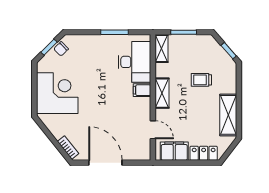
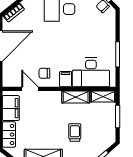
shelving: (162, 93) -> (76, 97), moved
chair: (136, 114) -> (44, 73), added
door: (153, 130) -> (30, 89), swing flipped

